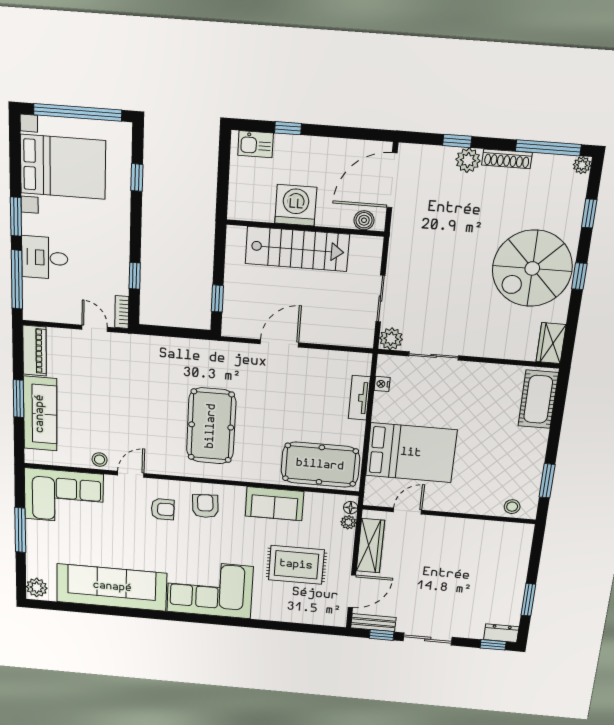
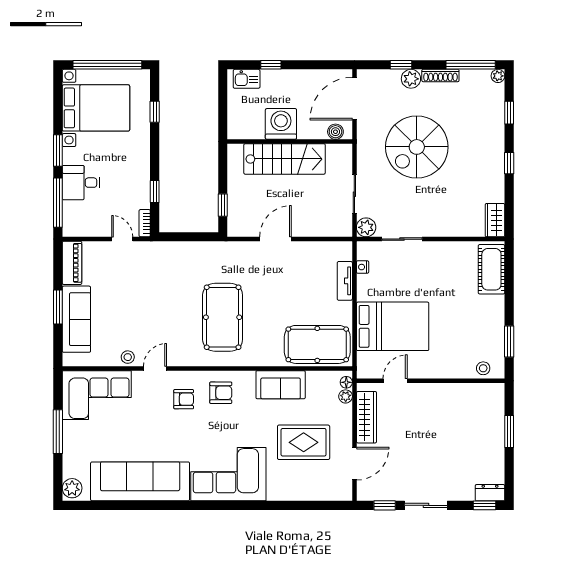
spiral stairs: (532, 268) -> (417, 147), moved
armchair: (205, 506) -> (221, 393), turned 93
window: (528, 600) -> (509, 432), moved
bench: (373, 623) -> (376, 494), removed

